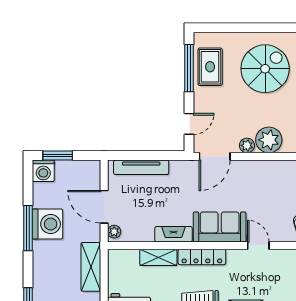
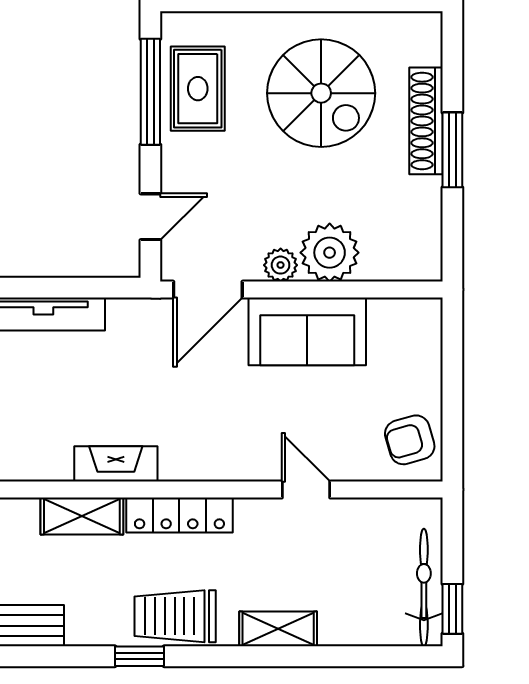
spiral stairs: (265, 69) -> (321, 93), turned 90
sofa: (220, 227) -> (307, 331), moved, turned 180

